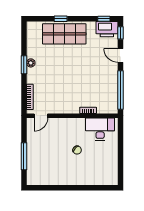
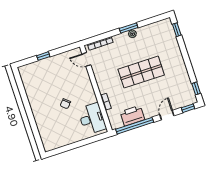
window: (61, 19) -> (177, 30), moved
printer: (107, 29) -> (132, 116), moved, turned 90
shop shelf: (64, 34) -> (141, 72), moved, turned 90
window: (24, 156) -> (43, 56), width x0.46

